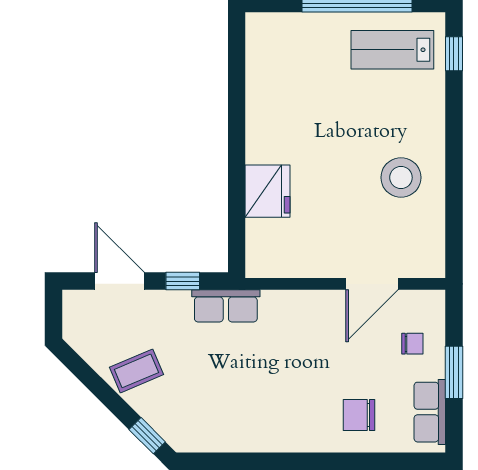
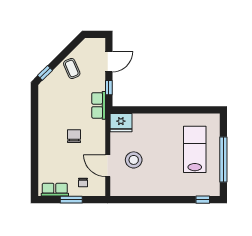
lab bench: (392, 50) -> (195, 149), moved, width x1.36, depth x1.39
stool: (401, 178) -> (134, 160), moved
fridge: (267, 191) -> (121, 123), moved
chair: (359, 415) -> (74, 136), moved

